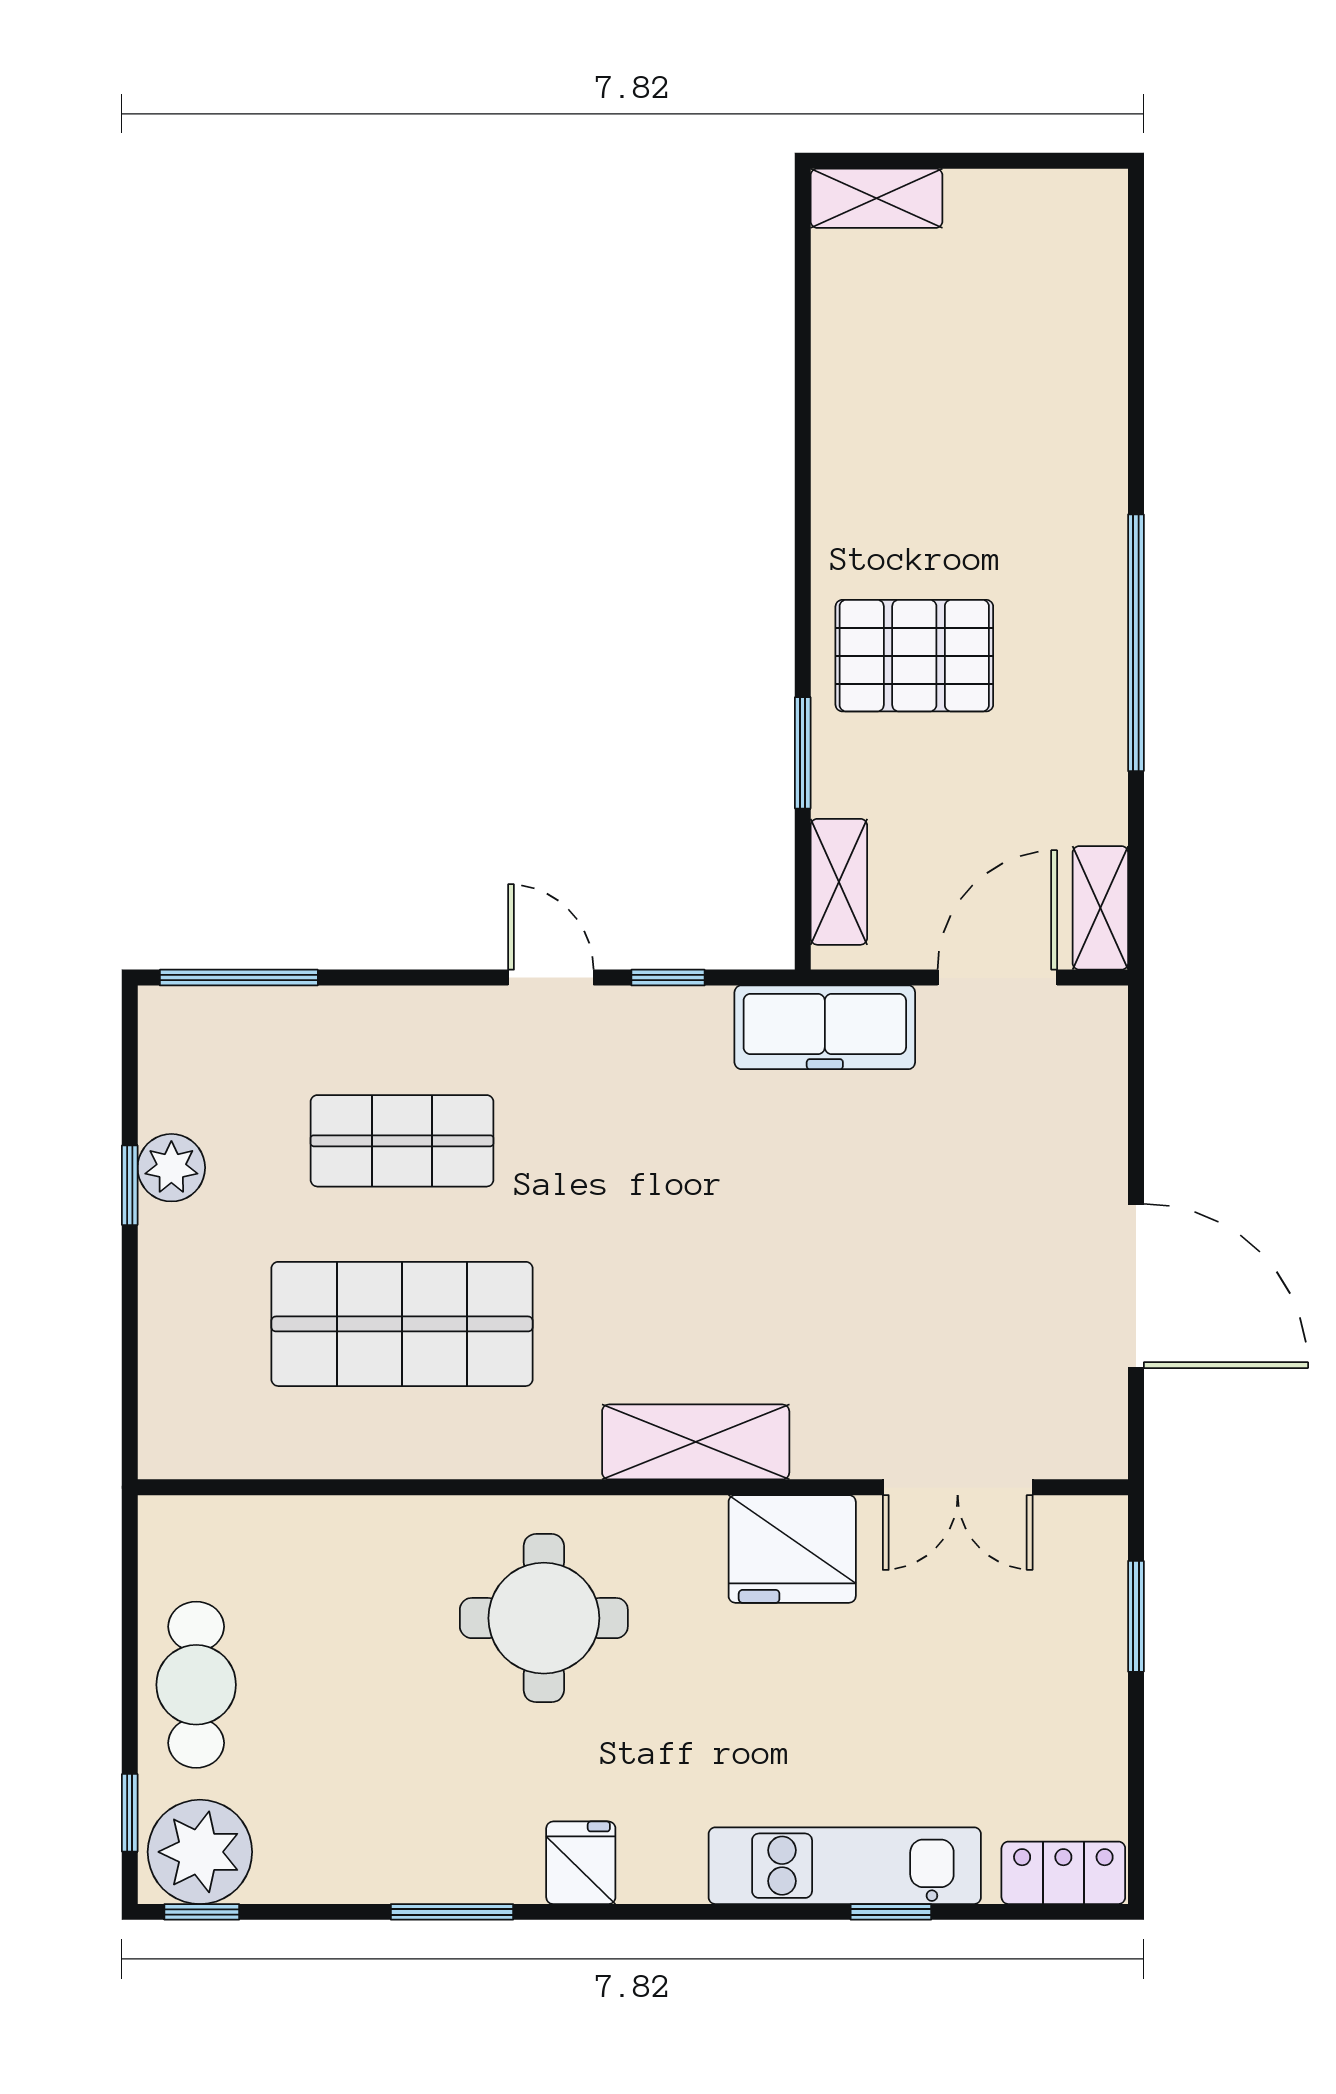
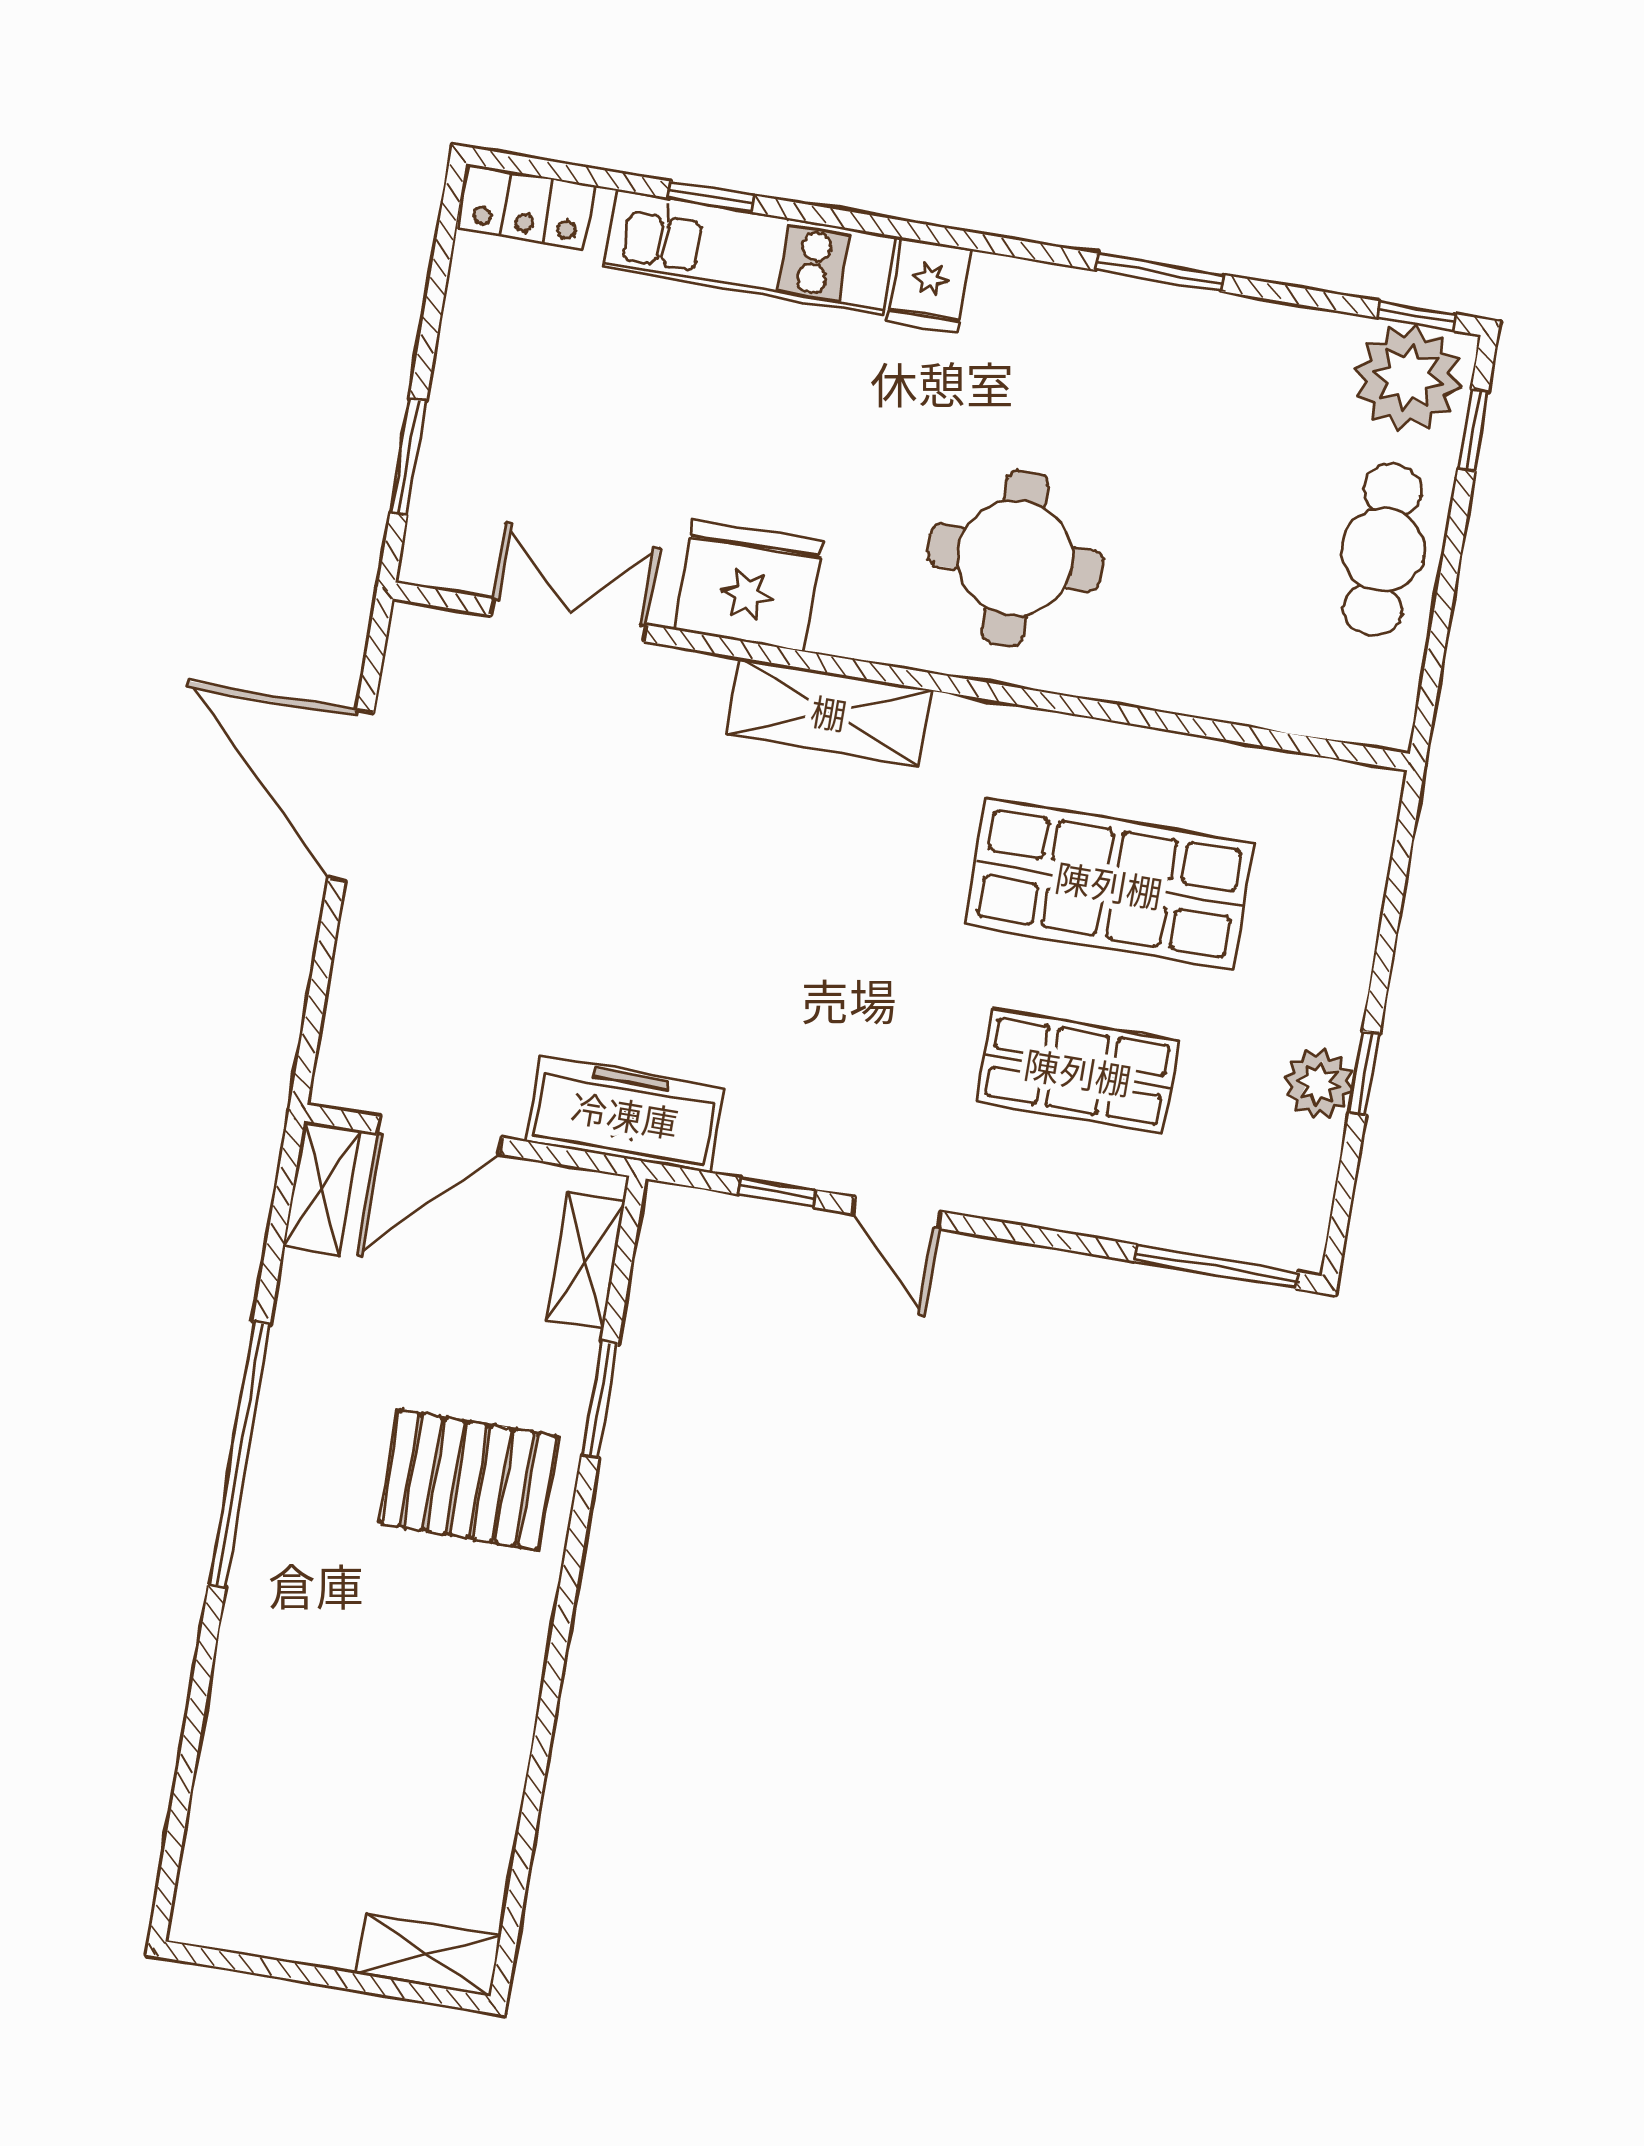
fridge: (581, 1863) -> (930, 285), moved

